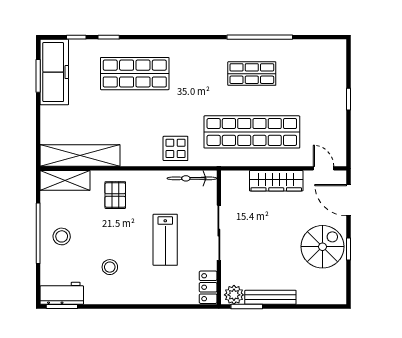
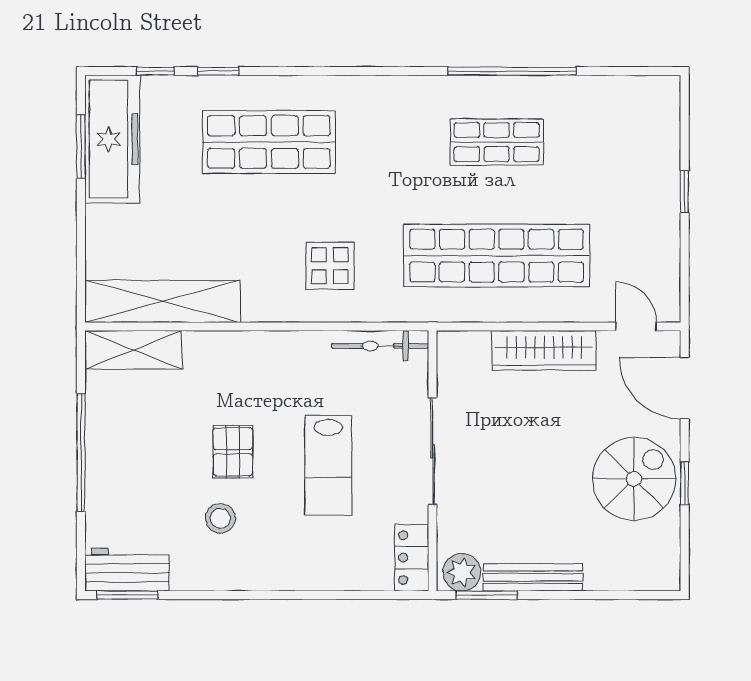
display table: (175, 148) -> (330, 266), moved
pallet: (115, 195) -> (233, 452), moved
stool: (62, 236) -> (127, 459), removed

